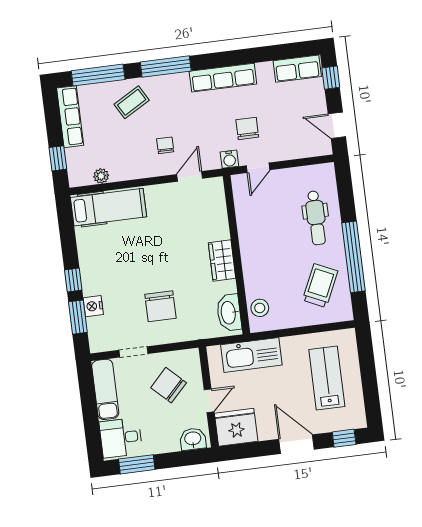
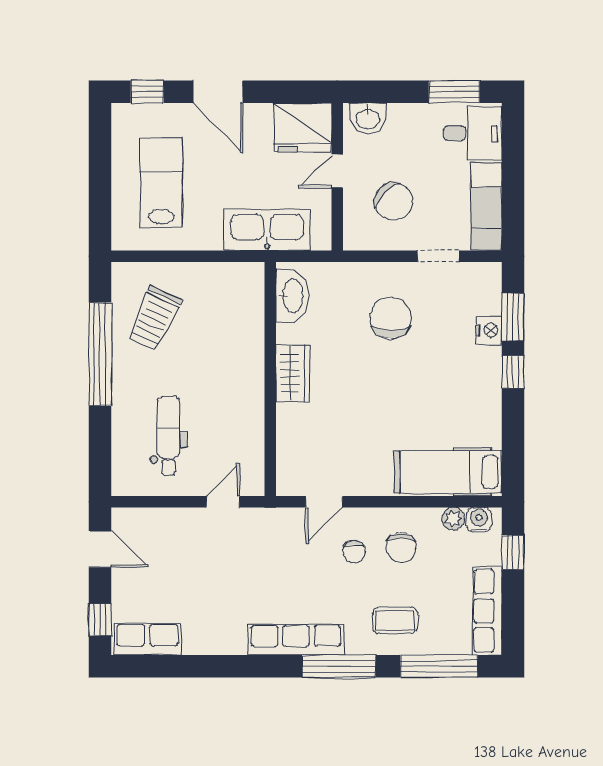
row of seats: (223, 78) -> (296, 640), moved
coffee table: (132, 102) -> (395, 620), turned 30
chair: (247, 128) -> (401, 547), moved
water cooler: (229, 159) -> (479, 520), moved
dental chair: (316, 218) -> (168, 436), moved
stool: (260, 308) -> (246, 297), removed
lab bench: (327, 378) -> (161, 182), turned 180

